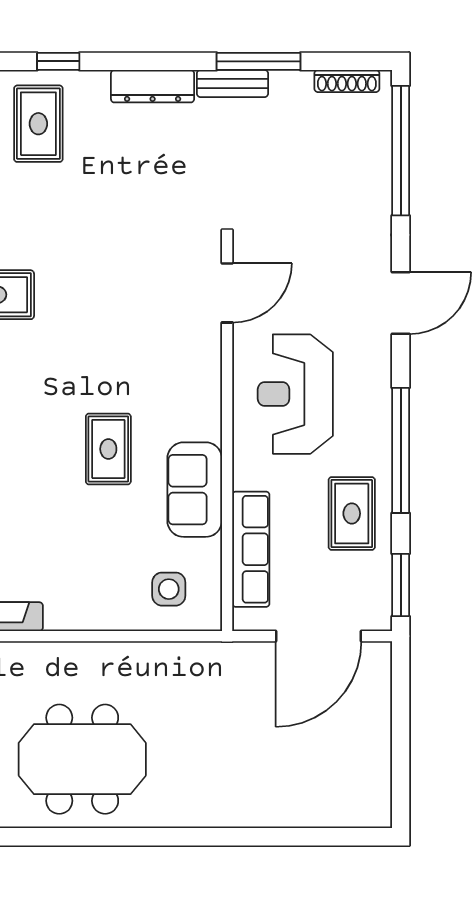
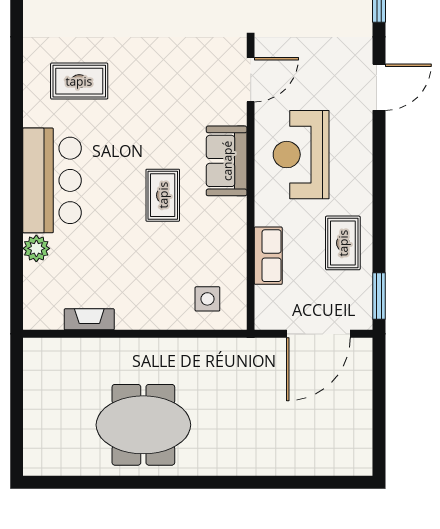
window: (401, 450) -> (379, 196), removed
sofa: (195, 490) -> (227, 161), moved
row of seats: (251, 549) -> (268, 256), width x0.68

